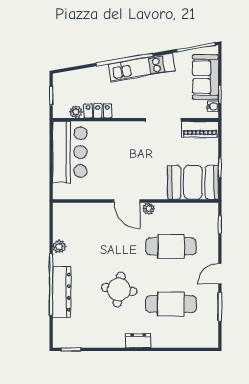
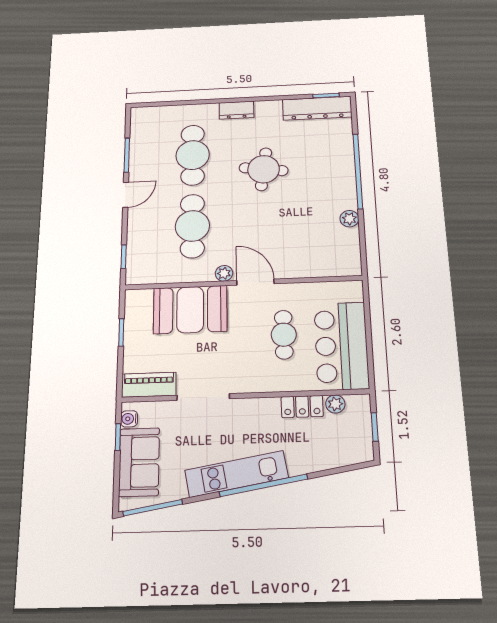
cafe table: (108, 162) -> (284, 335), added
booth: (193, 182) -> (190, 310), moved
cafe table: (171, 246) -> (192, 226), turned 90
dresser: (62, 292) -> (317, 108), moved, turned -90
cafe table: (171, 304) -> (193, 155), turned 90

